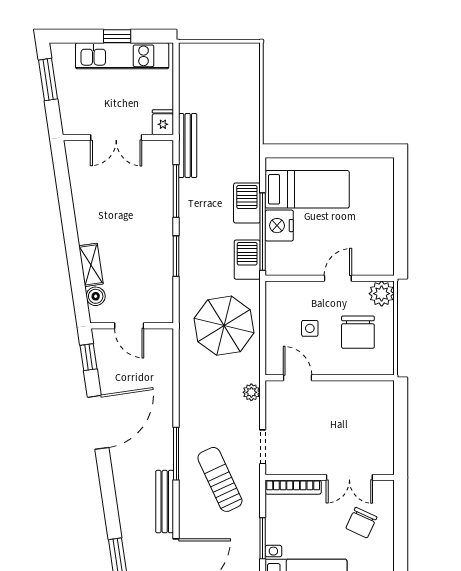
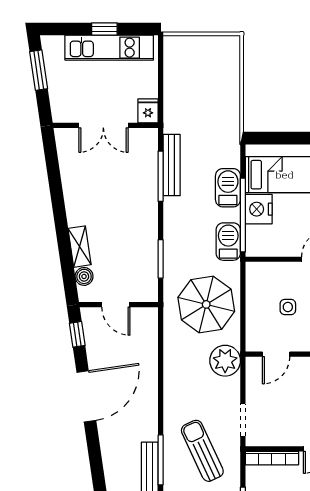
bench: (188, 145) -> (172, 165), moved
window: (176, 256) -> (161, 259), moved
door: (297, 378) -> (276, 354), swing flipped
plant: (251, 392) -> (225, 361), width x1.87, depth x1.87
window: (176, 454) -> (161, 460), moved

